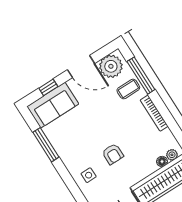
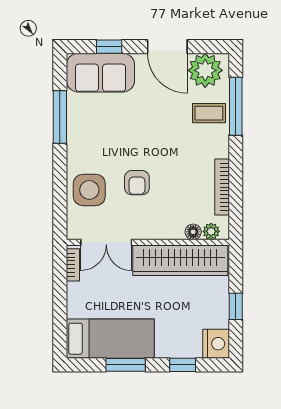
bookcase: (154, 113) -> (222, 187), moved
side table: (89, 175) -> (89, 190), width x1.87, depth x1.87

